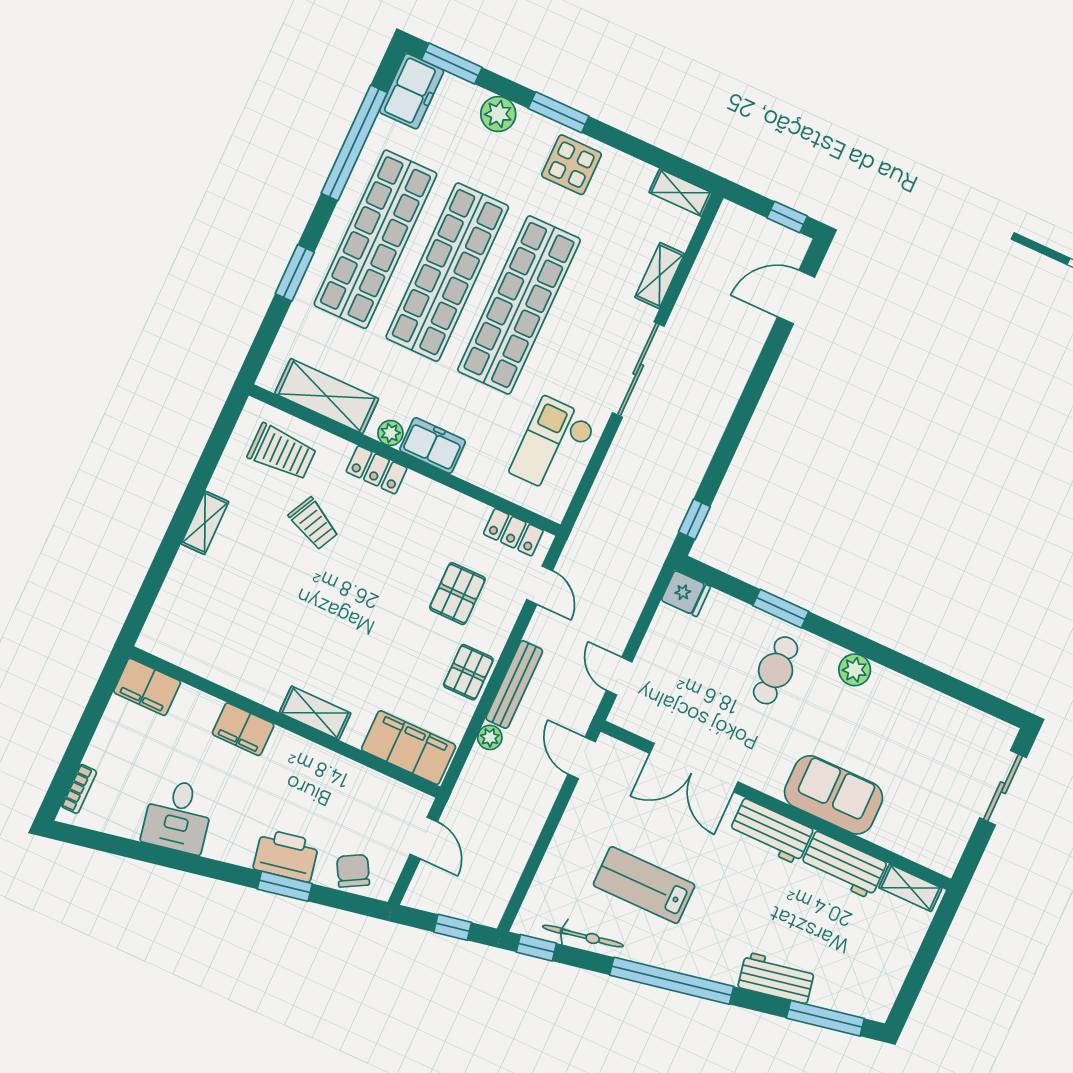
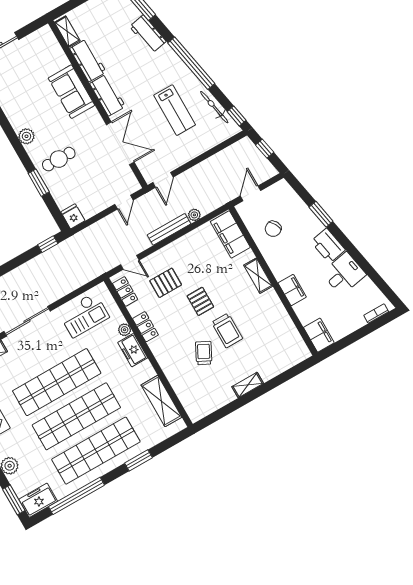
plant: (390, 433) -> (125, 330), moved
trolley: (282, 452) -> (227, 330), moved, turned 180
locker: (377, 470) -> (145, 327), moved
door: (540, 585) -> (130, 262), swing flipped
pallet: (468, 672) -> (200, 301), moved, turned 90
printer: (286, 855) -> (328, 246), moved
chair: (353, 871) -> (273, 229), moved

